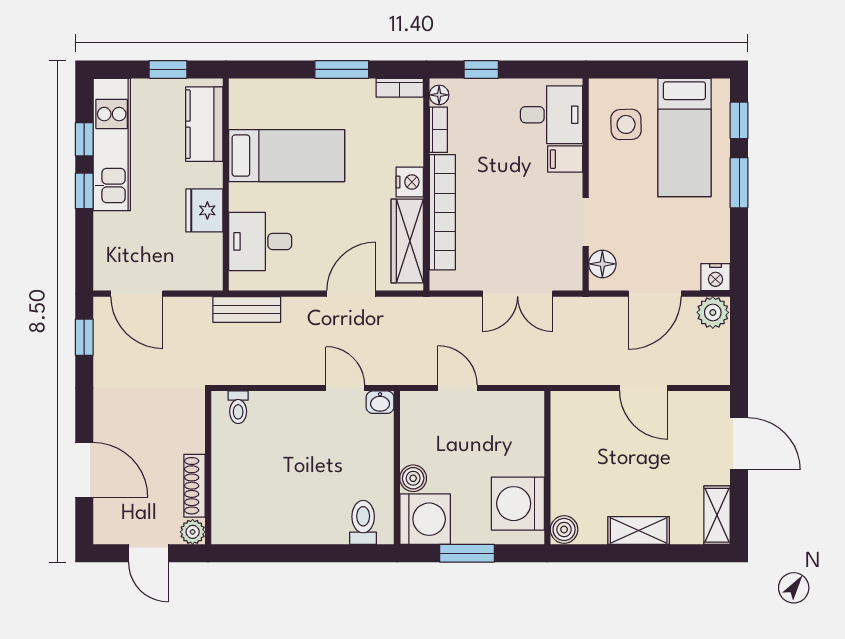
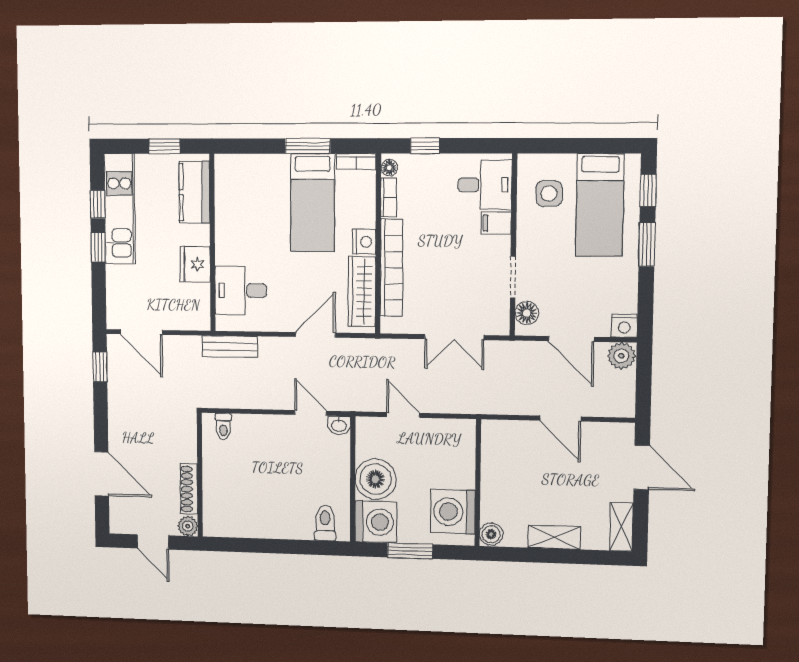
bed: (287, 156) -> (313, 203), moved, turned 90
door: (655, 294) -> (571, 339), hinge flipped
boiler: (413, 478) -> (376, 479), width x1.86, depth x1.86

